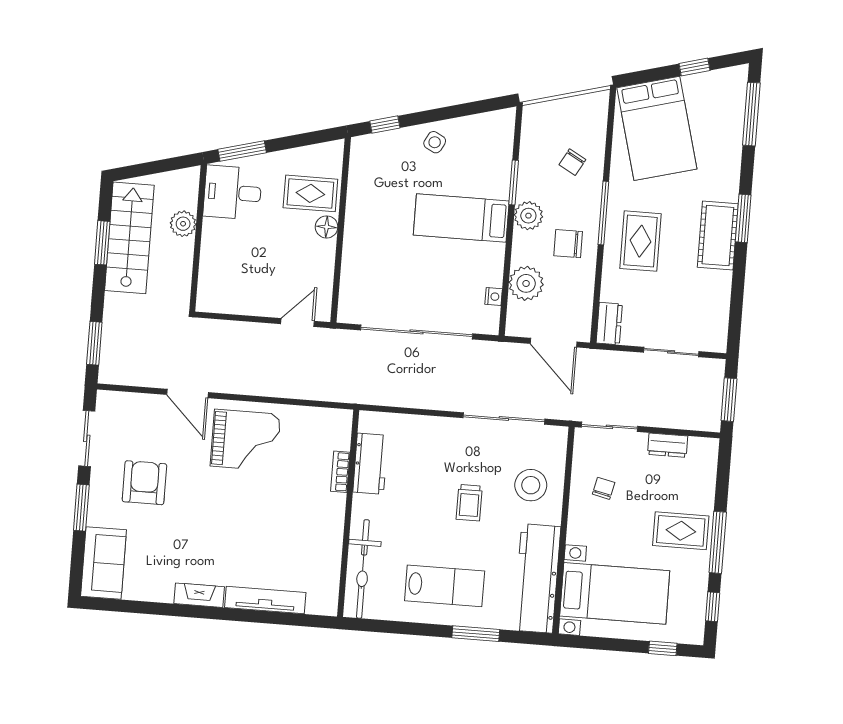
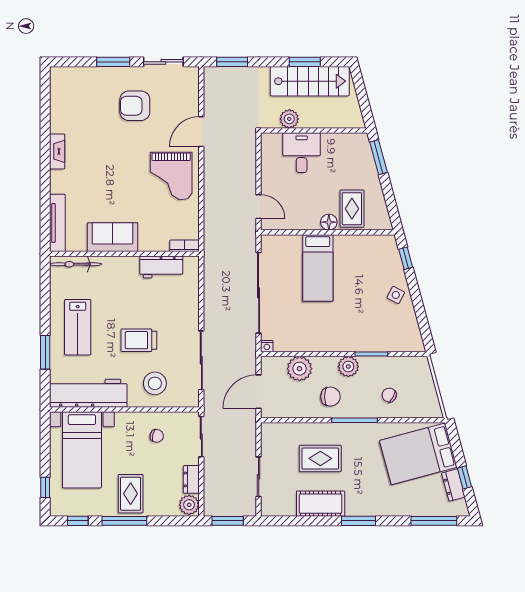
desk: (233, 193) -> (302, 153), moved
bed: (461, 218) -> (318, 268), moved, turned 180
plant: (183, 224) -> (289, 119), moved
cot: (718, 236) -> (321, 504), moved
rug: (640, 241) -> (320, 458), moved
chair: (568, 244) -> (330, 397), turned 90
nightstand: (494, 297) -> (267, 346), moved
dresser: (609, 323) -> (453, 485), moved, turned 75
plant: (702, 451) -> (189, 505), added
bookcase: (340, 472) -> (185, 246), moved
armchair: (144, 483) -> (135, 106), turned 180
trolley: (469, 503) -> (139, 340), width x1.36, depth x1.39
sofa: (104, 563) -> (113, 237), moved, turned 180
bicycle: (363, 569) -> (76, 264), width x0.73, depth x0.71
tv unit: (265, 600) -> (57, 223), moved

